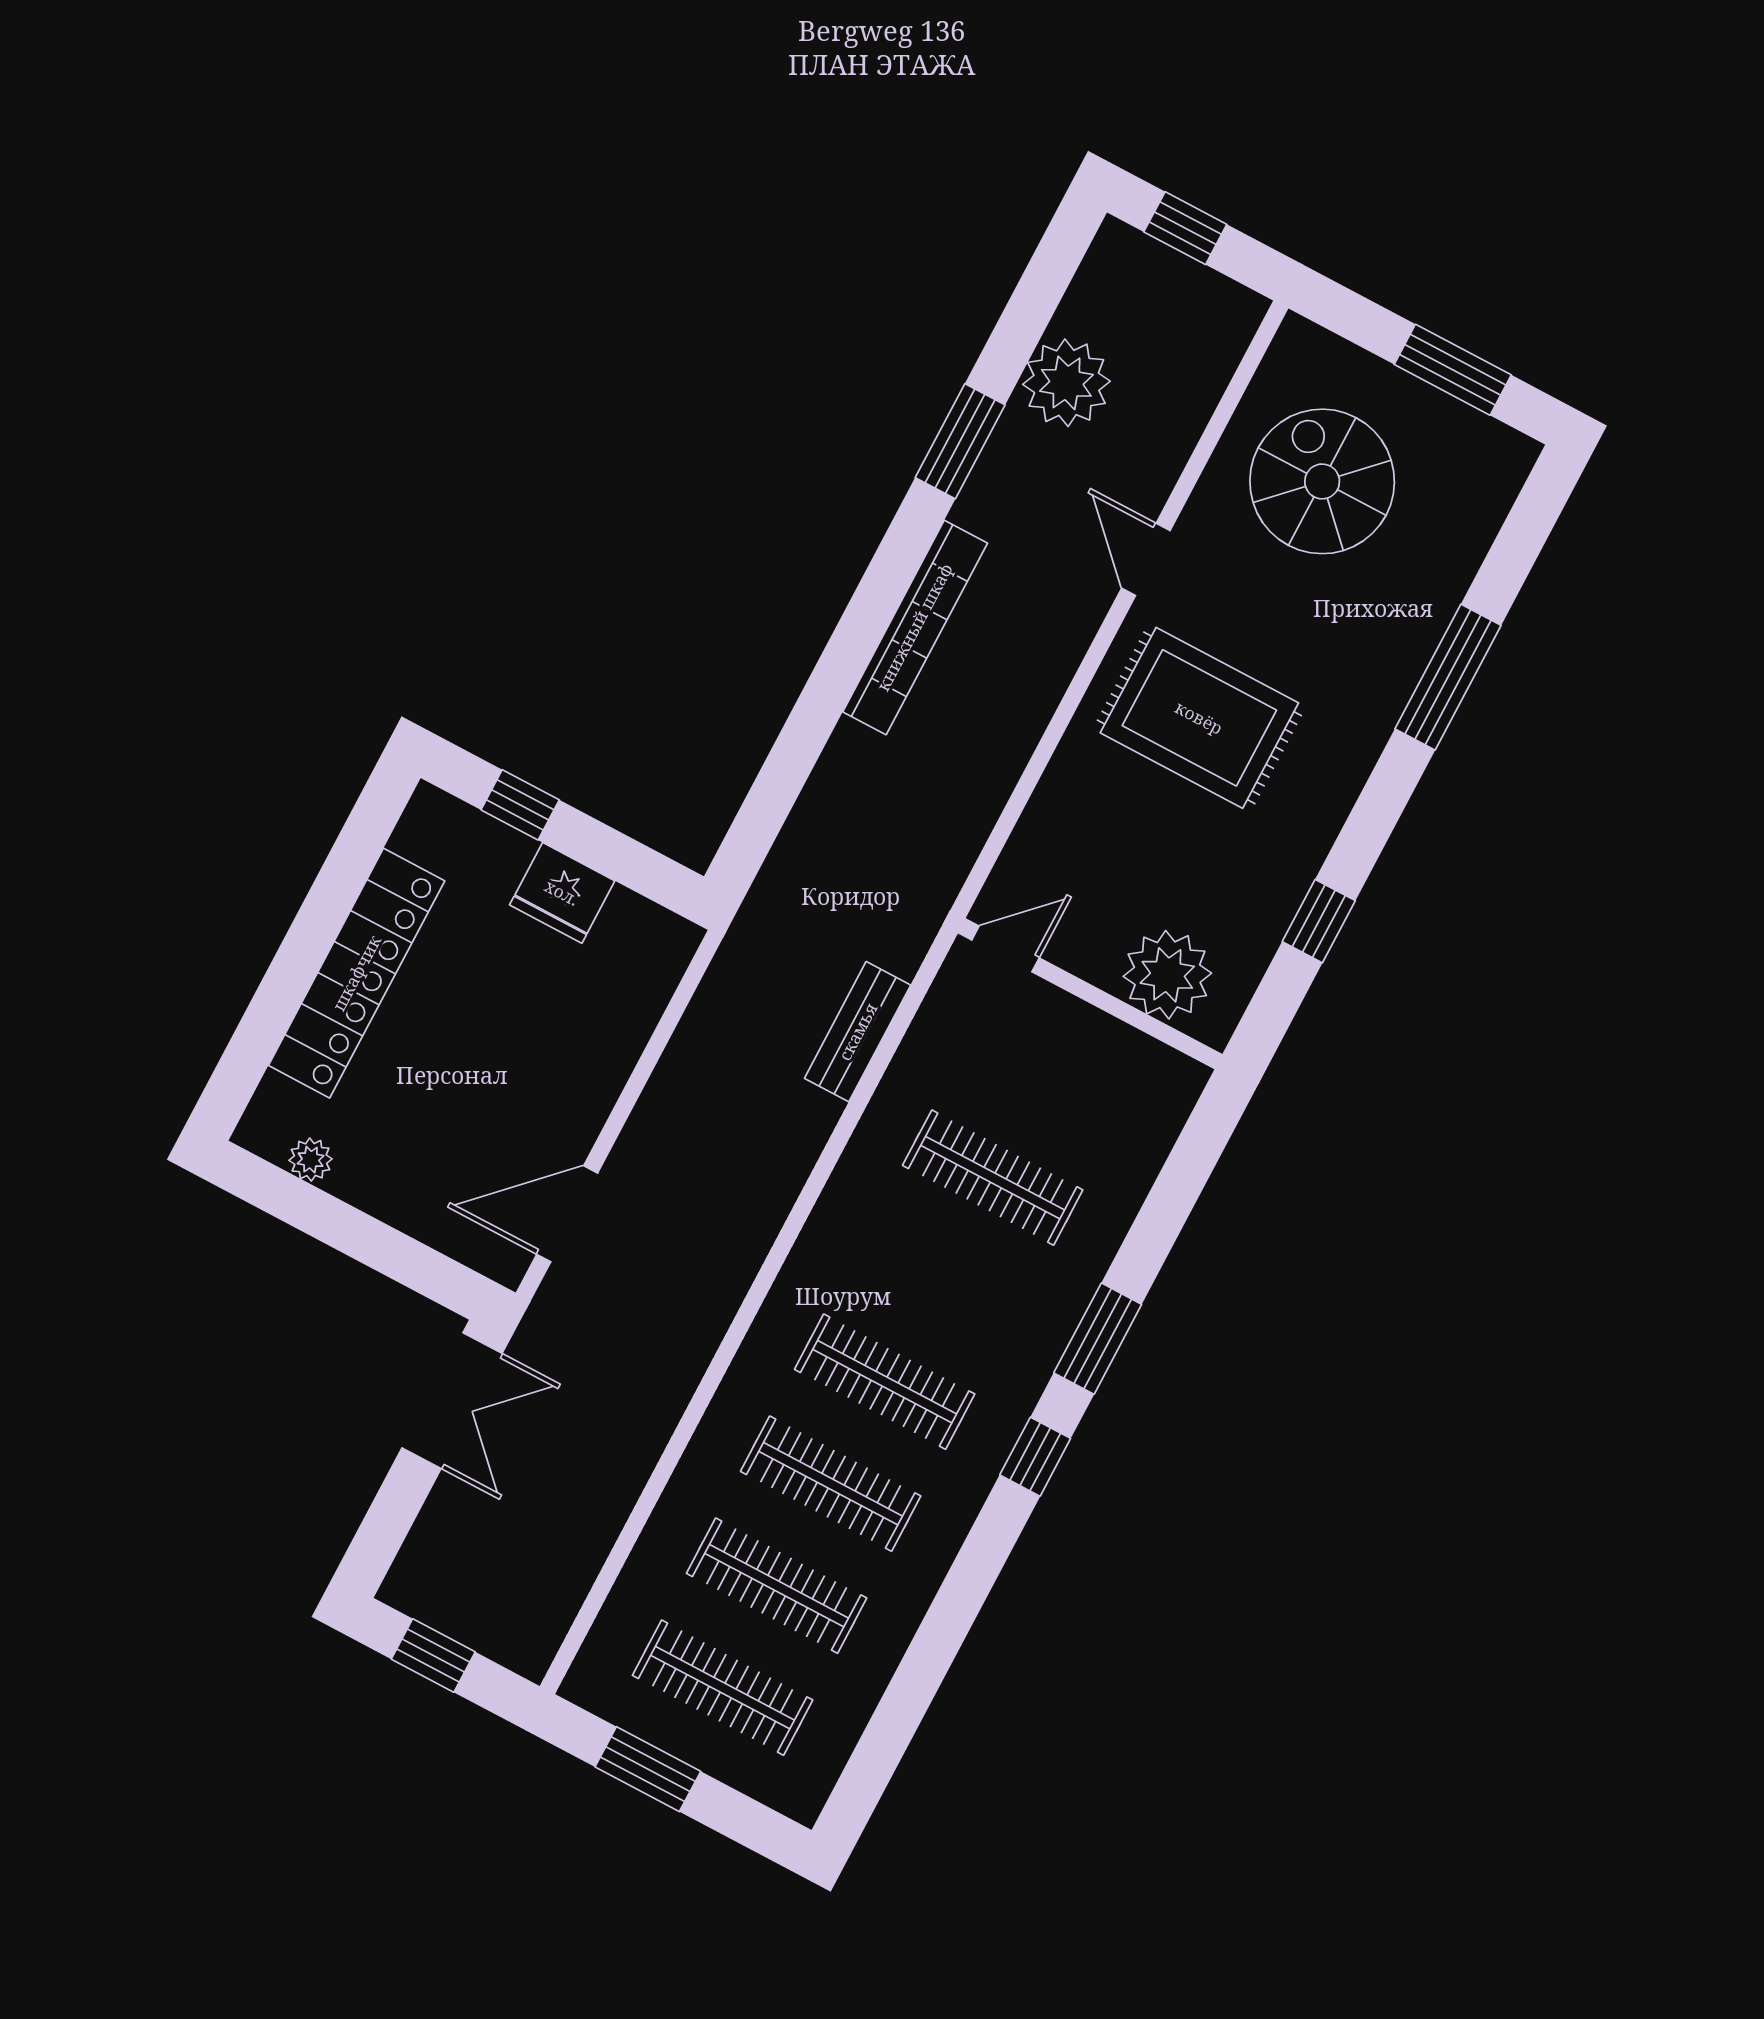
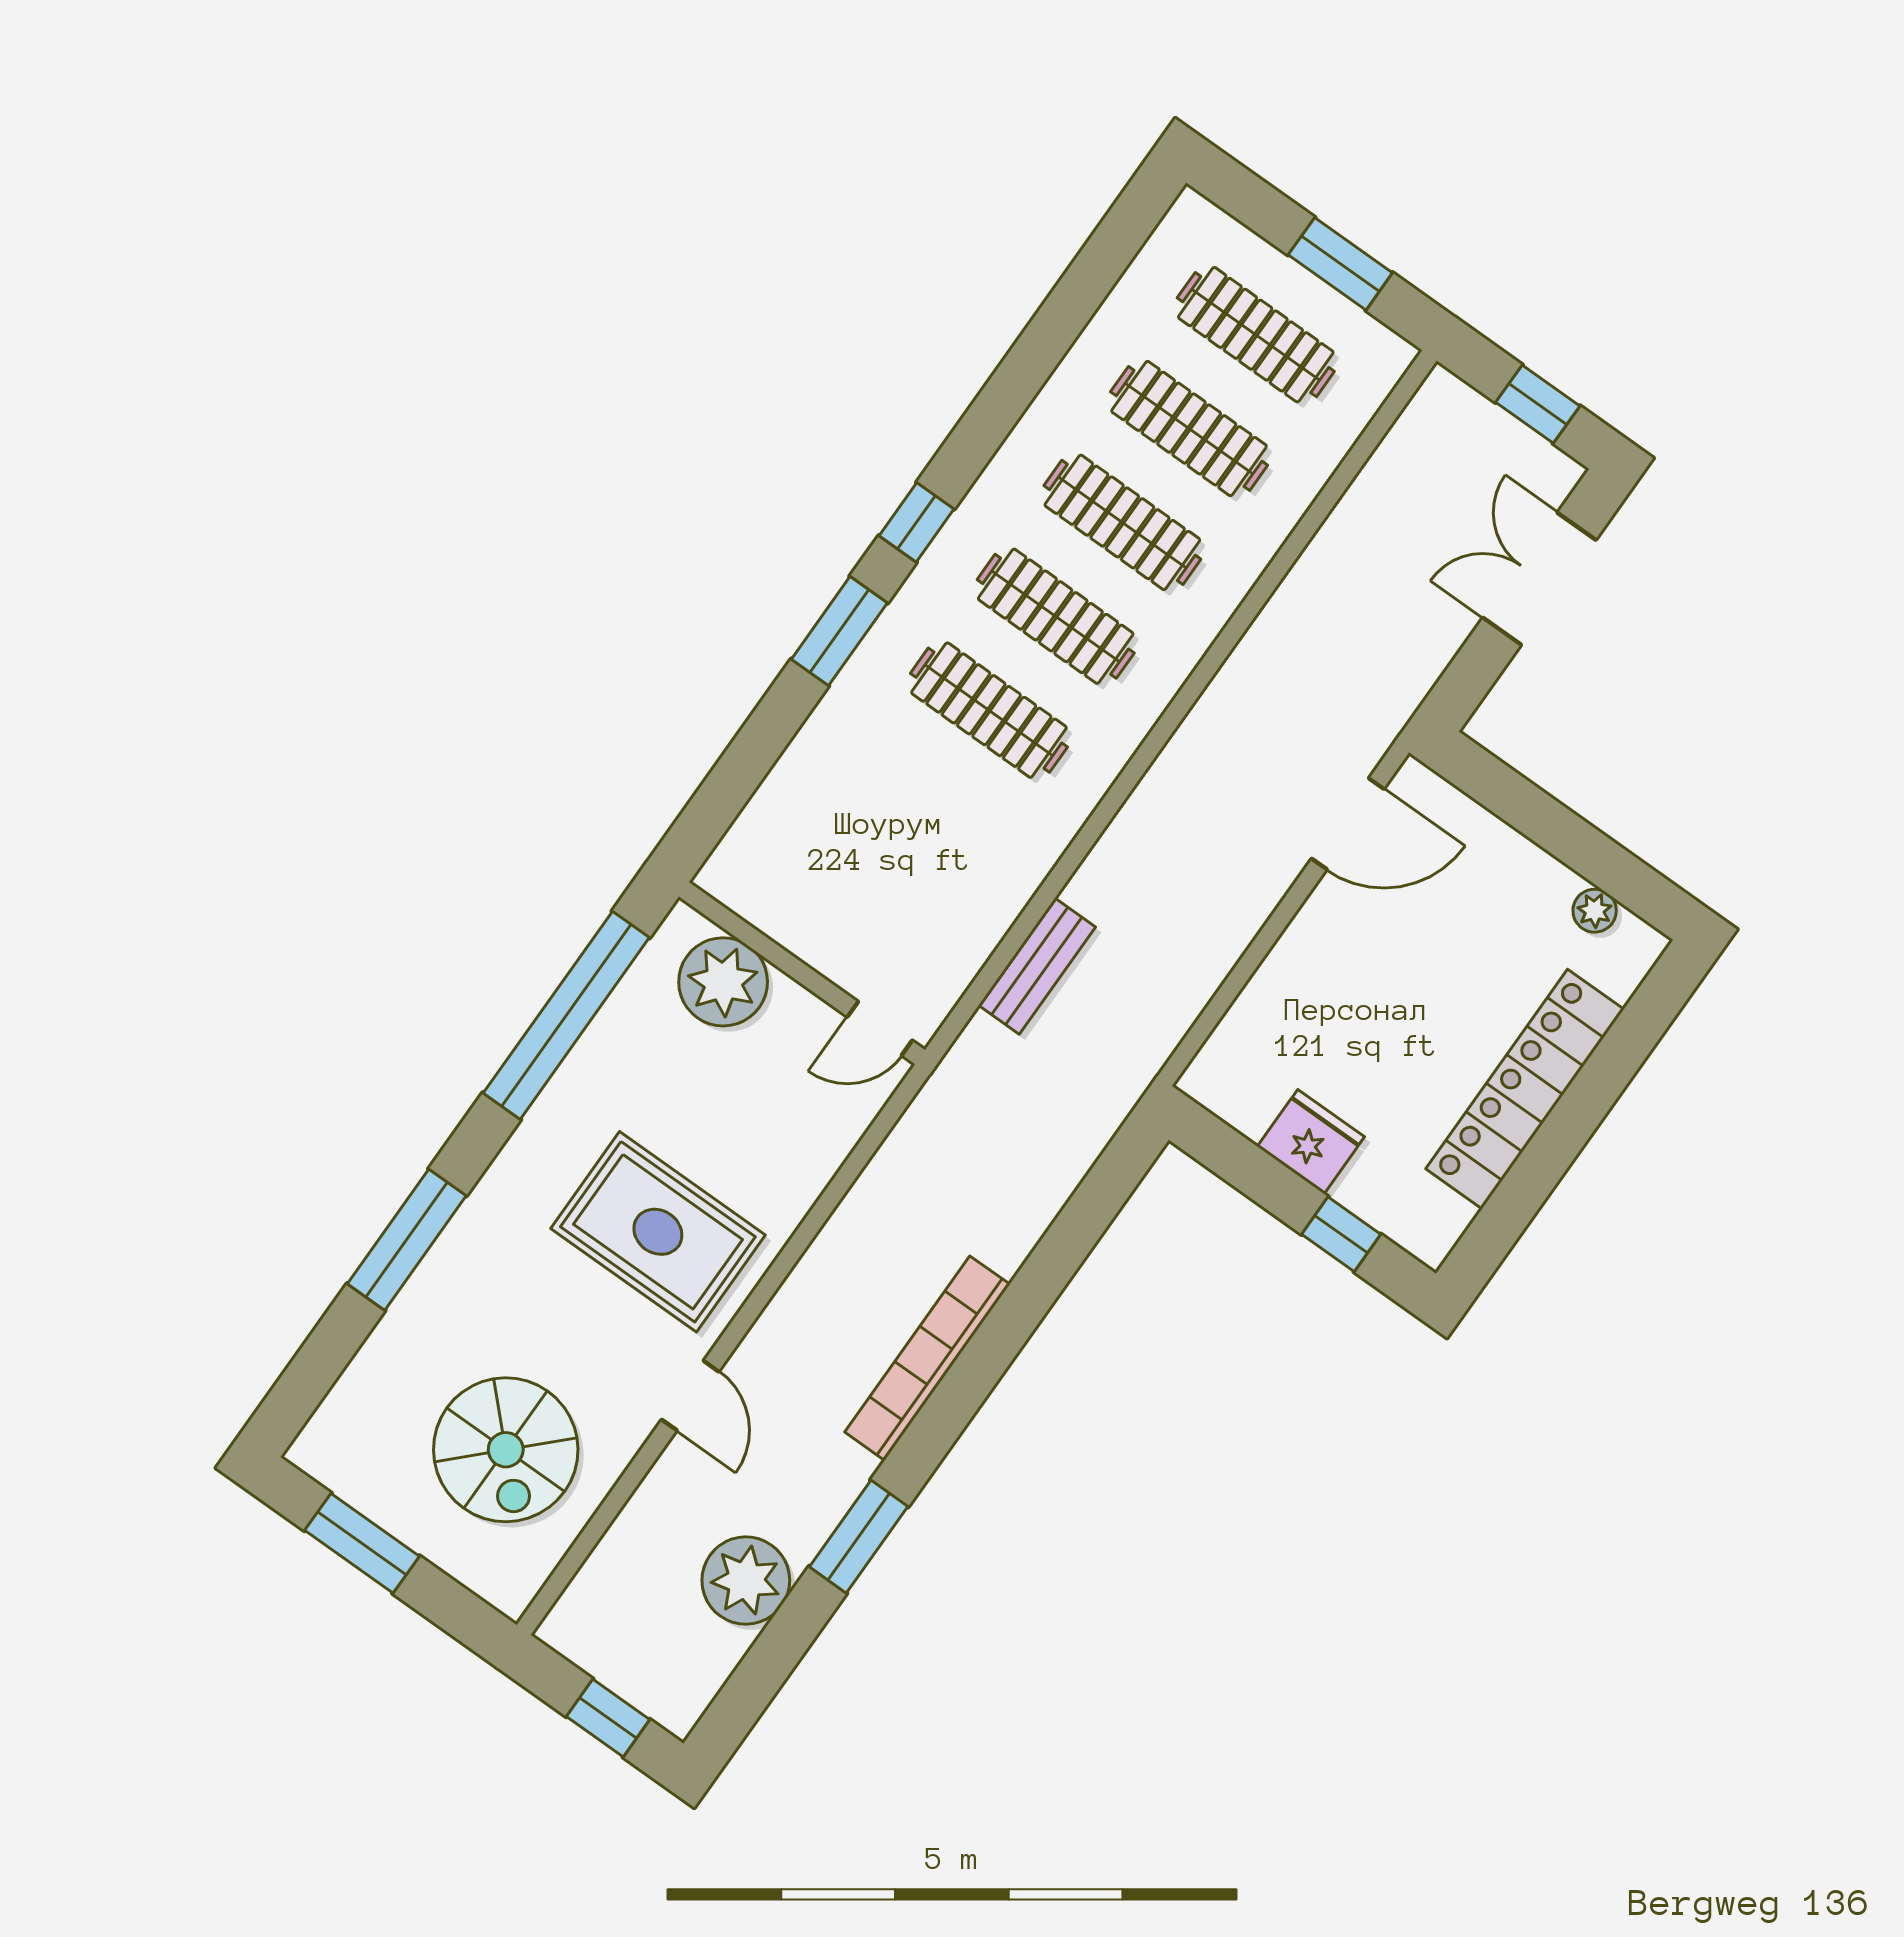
window: (1319, 921) -> (566, 1015), width x3.17
clothes rail: (993, 1178) -> (989, 710), moved
double door: (452, 1401) -> (1539, 579), moved

